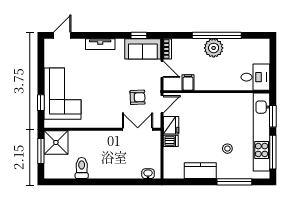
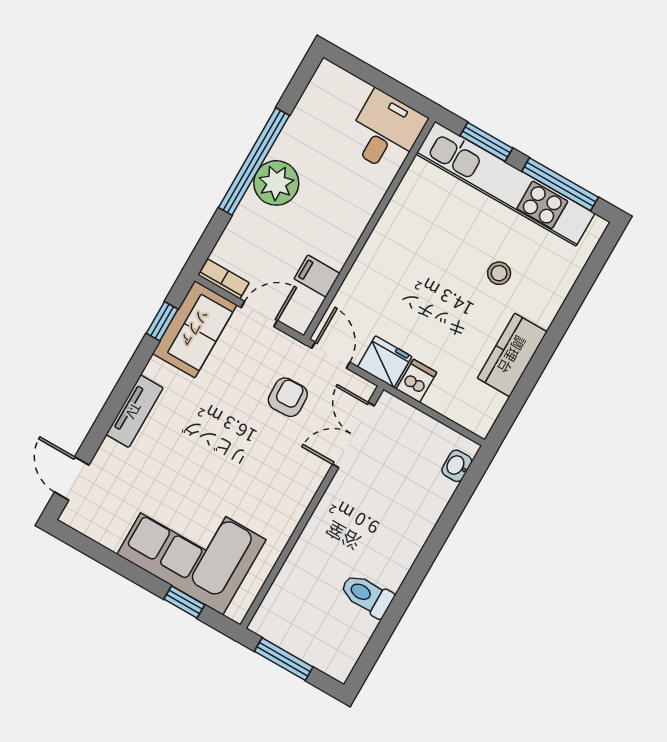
shower: (56, 142) -> (284, 618), removed
window: (234, 182) -> (575, 298), removed

